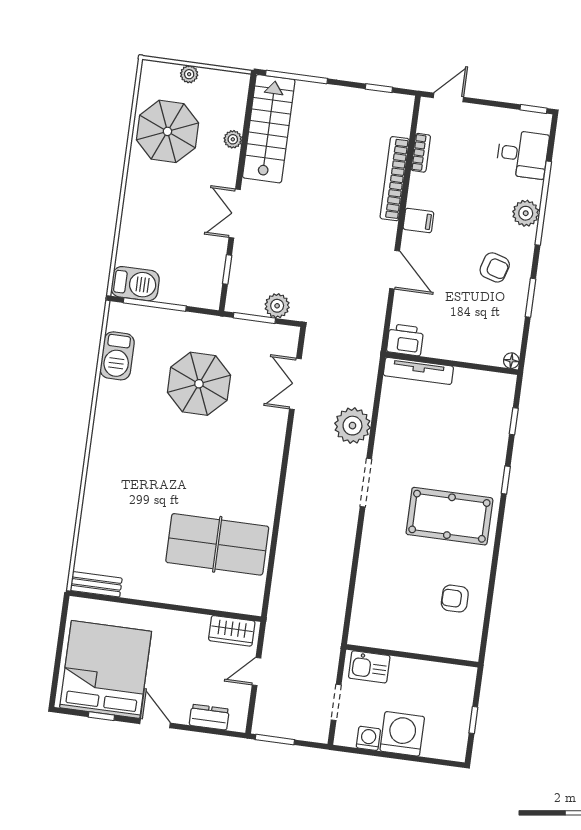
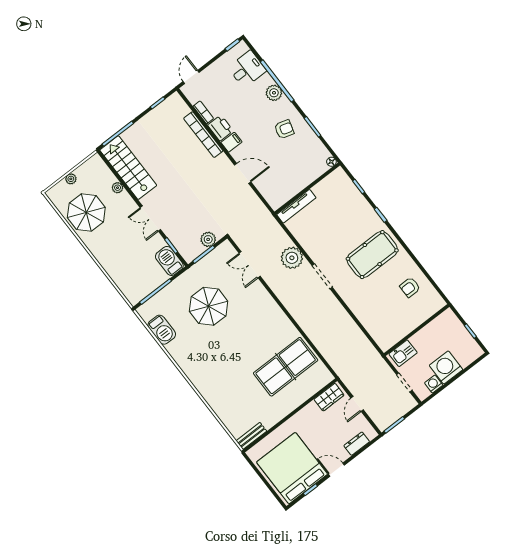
barbecue: (135, 284) -> (169, 261), moved, turned -90
printer: (405, 340) -> (220, 128), moved, turned 90

